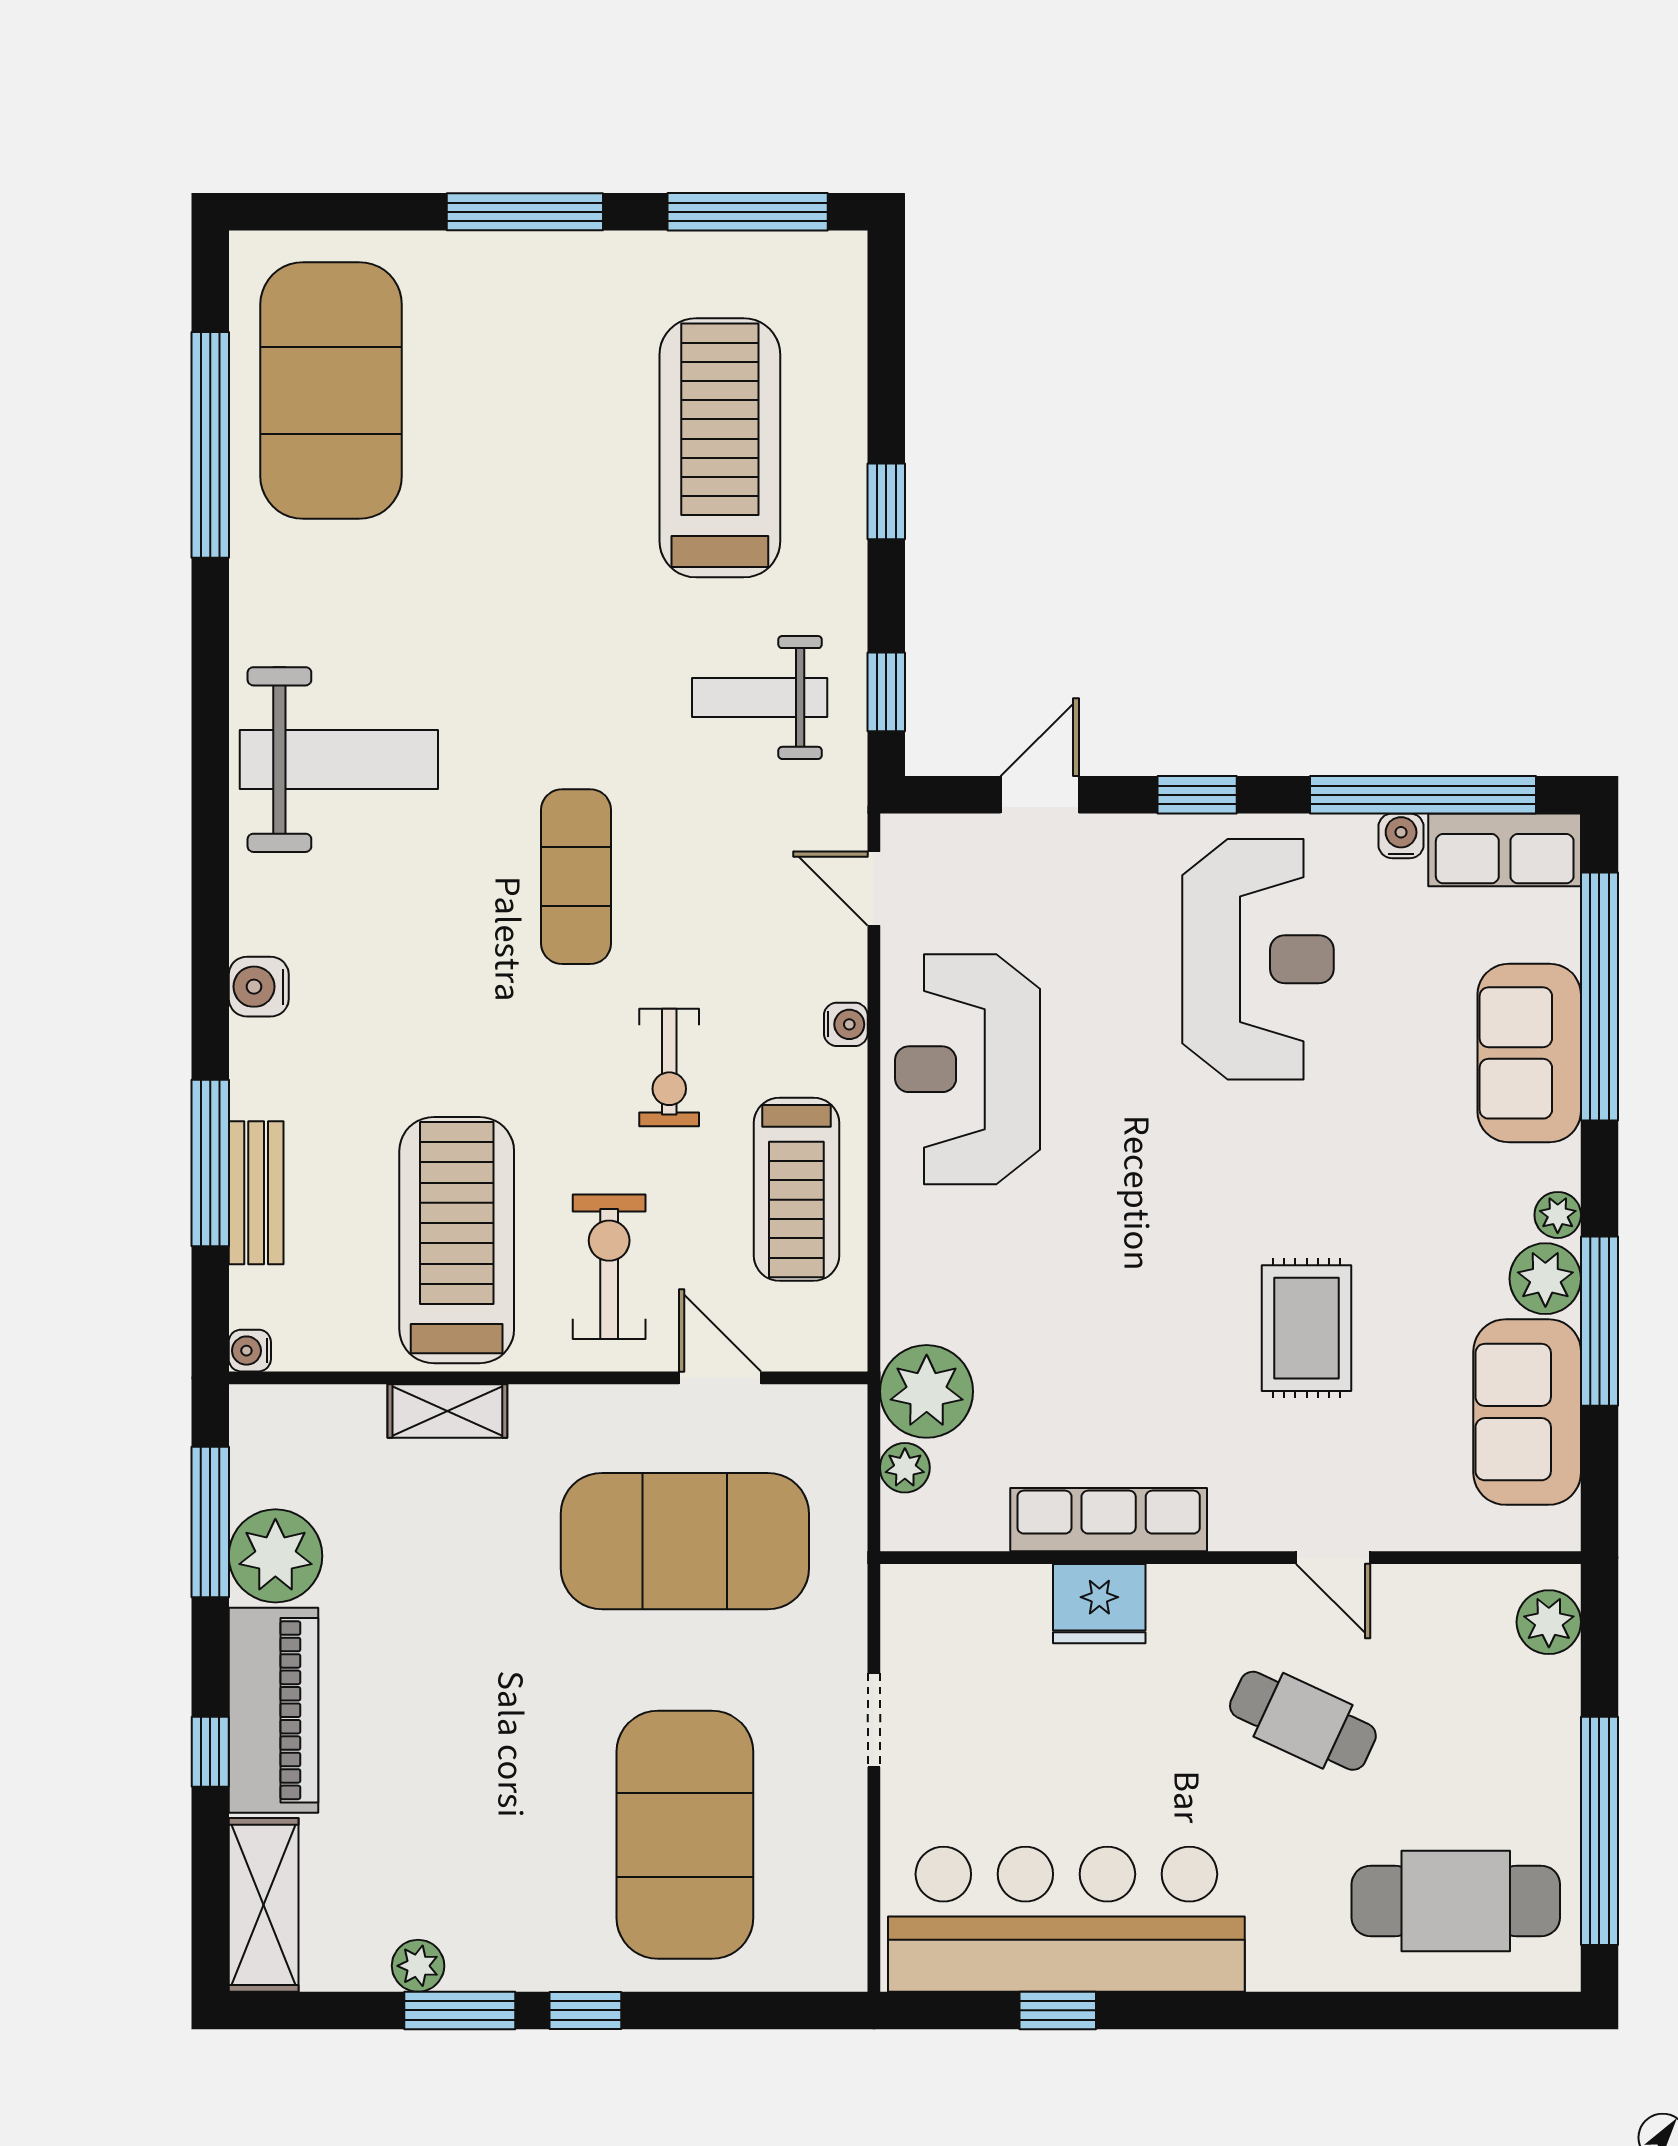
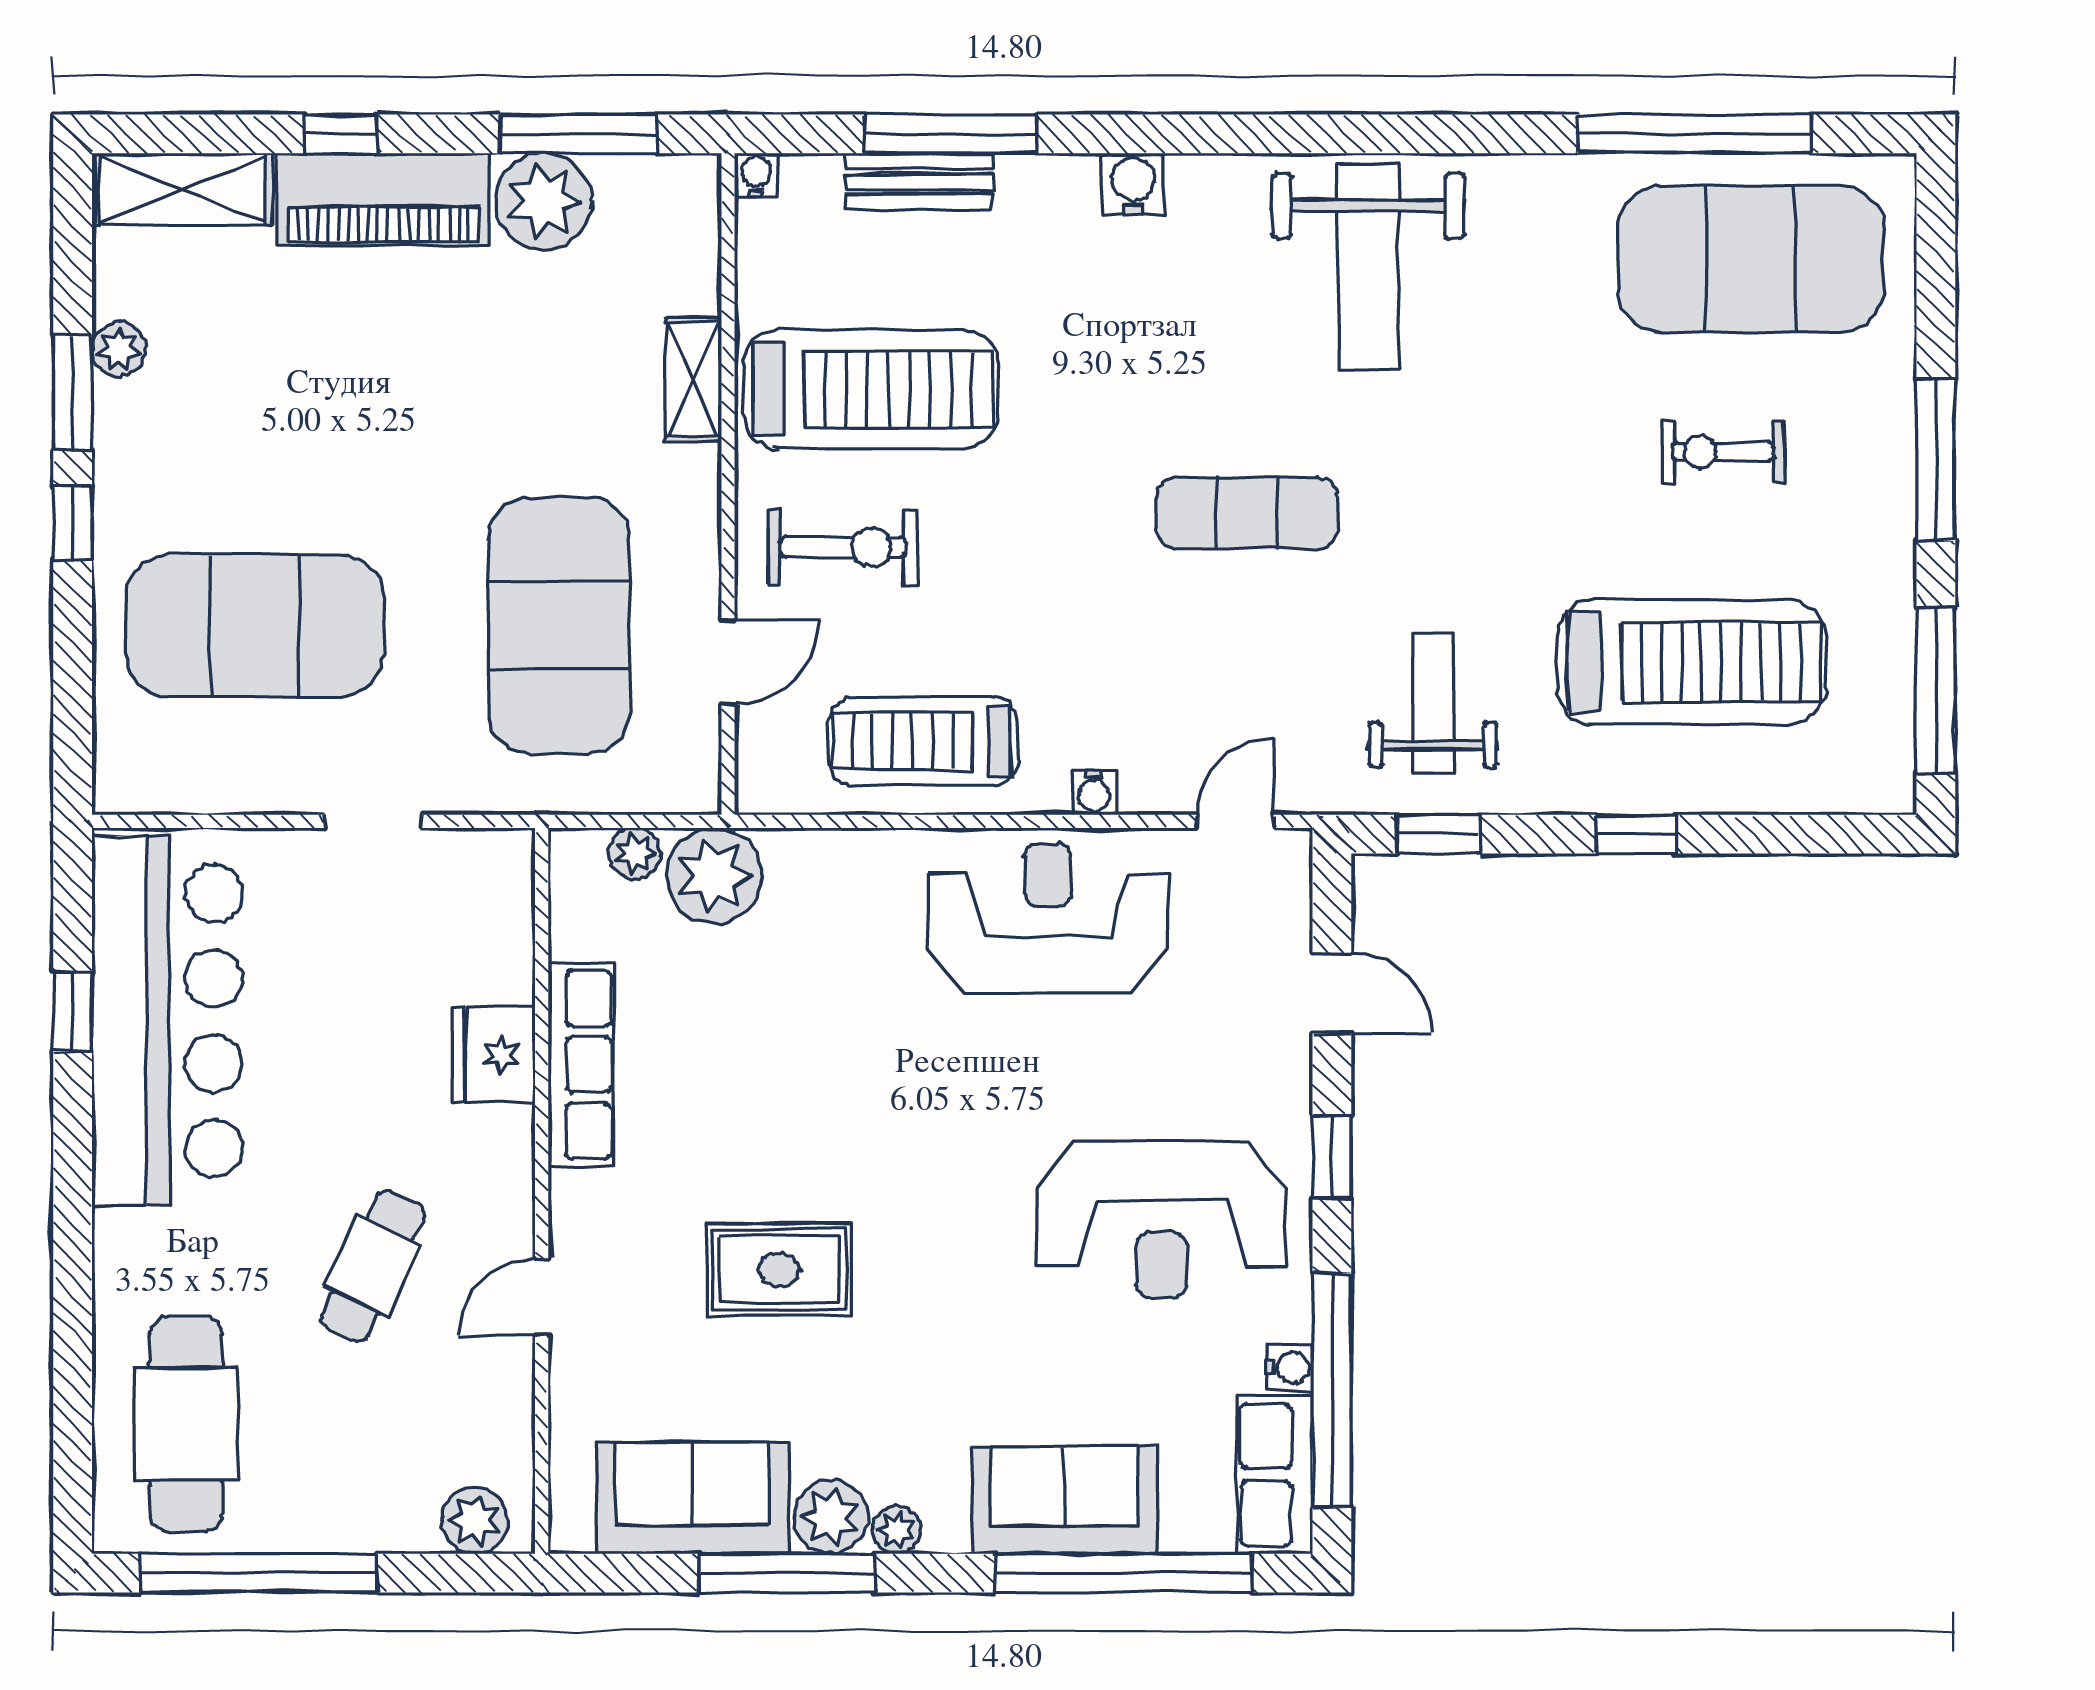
exercise bike: (669, 1068) -> (1723, 452), moved

